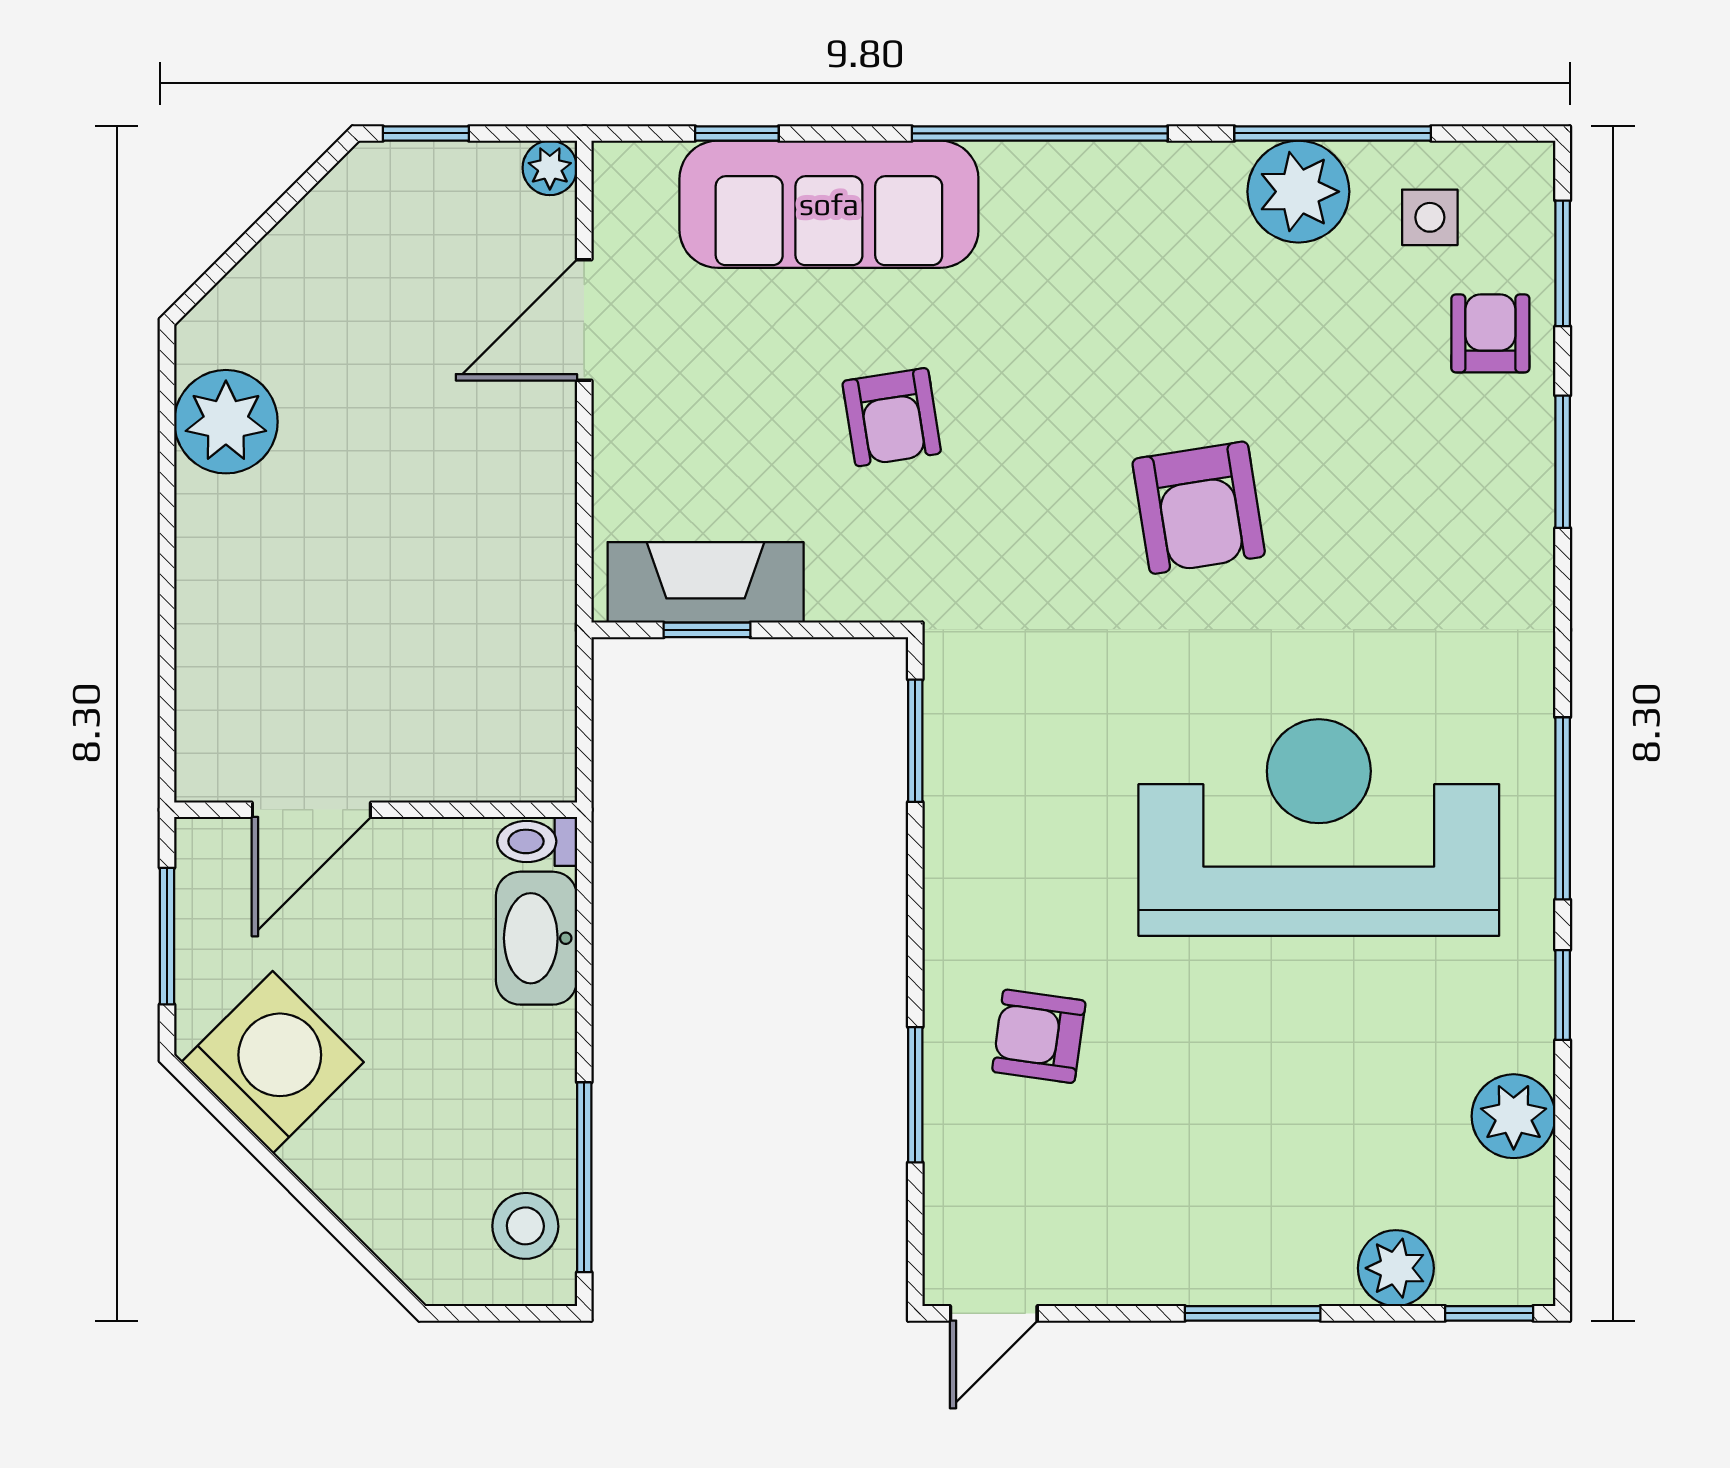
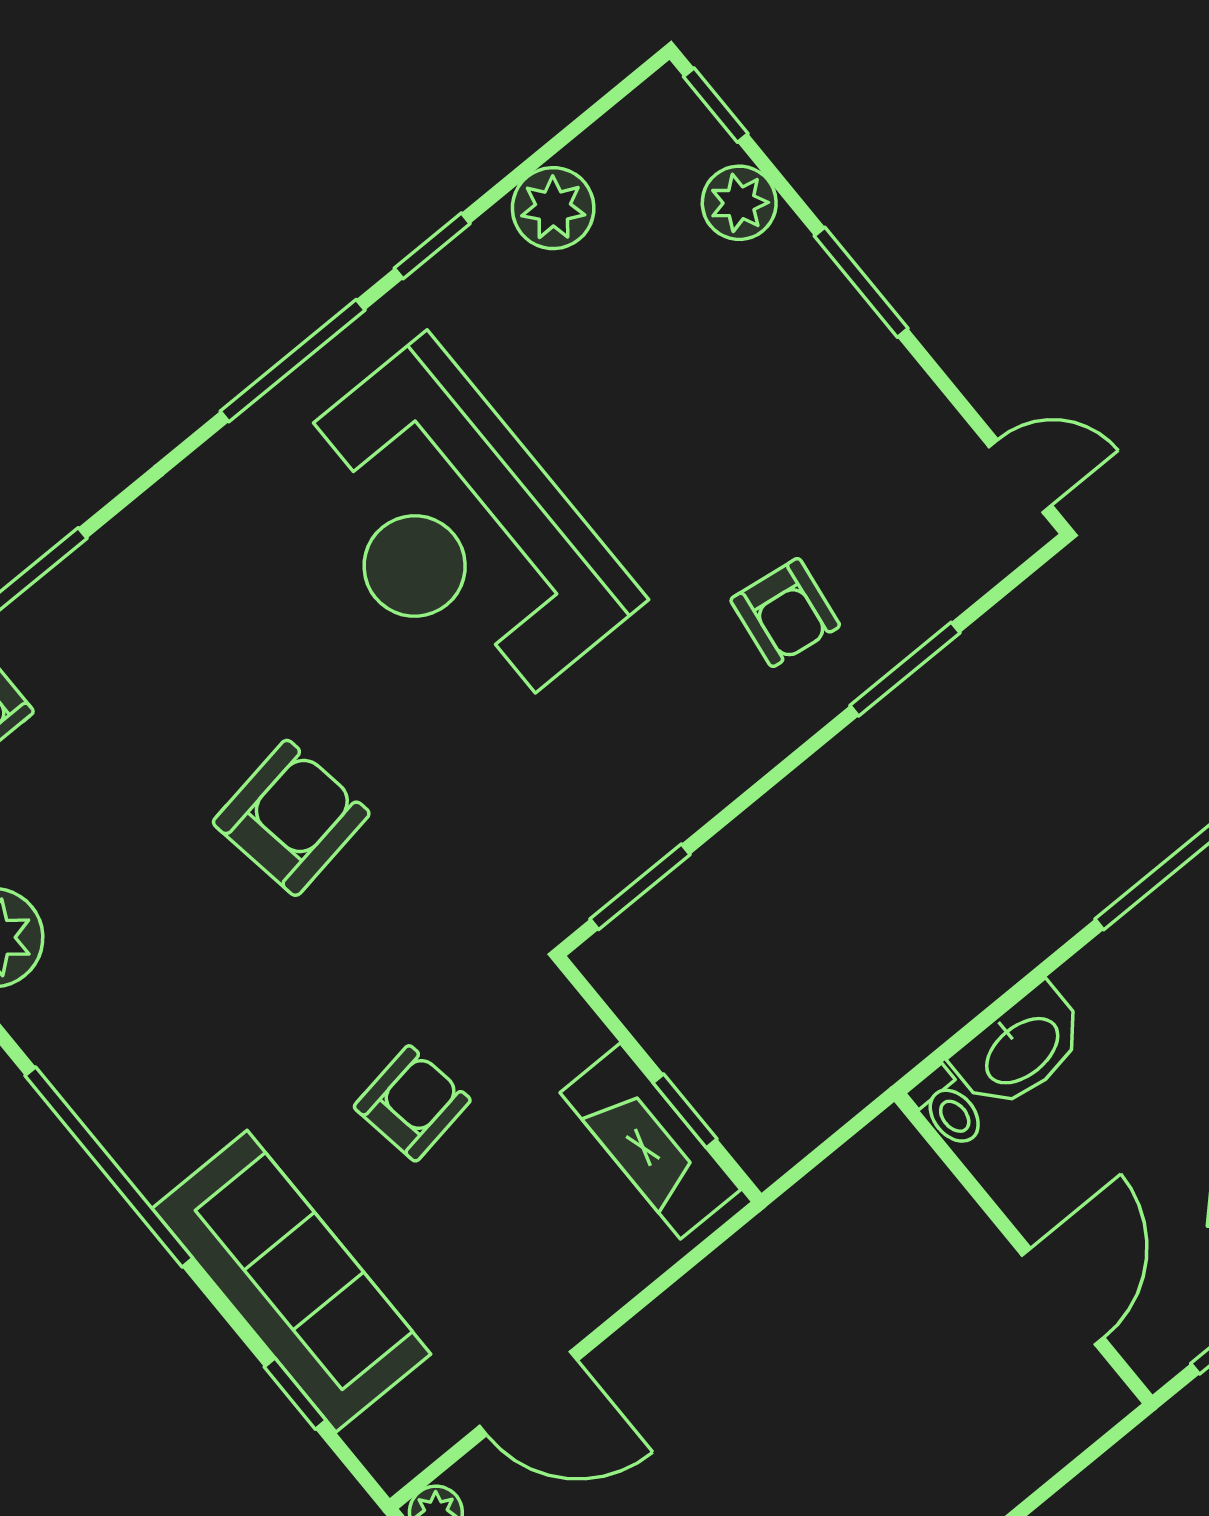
door: (311, 810) -> (1063, 1296), hinge flipped

